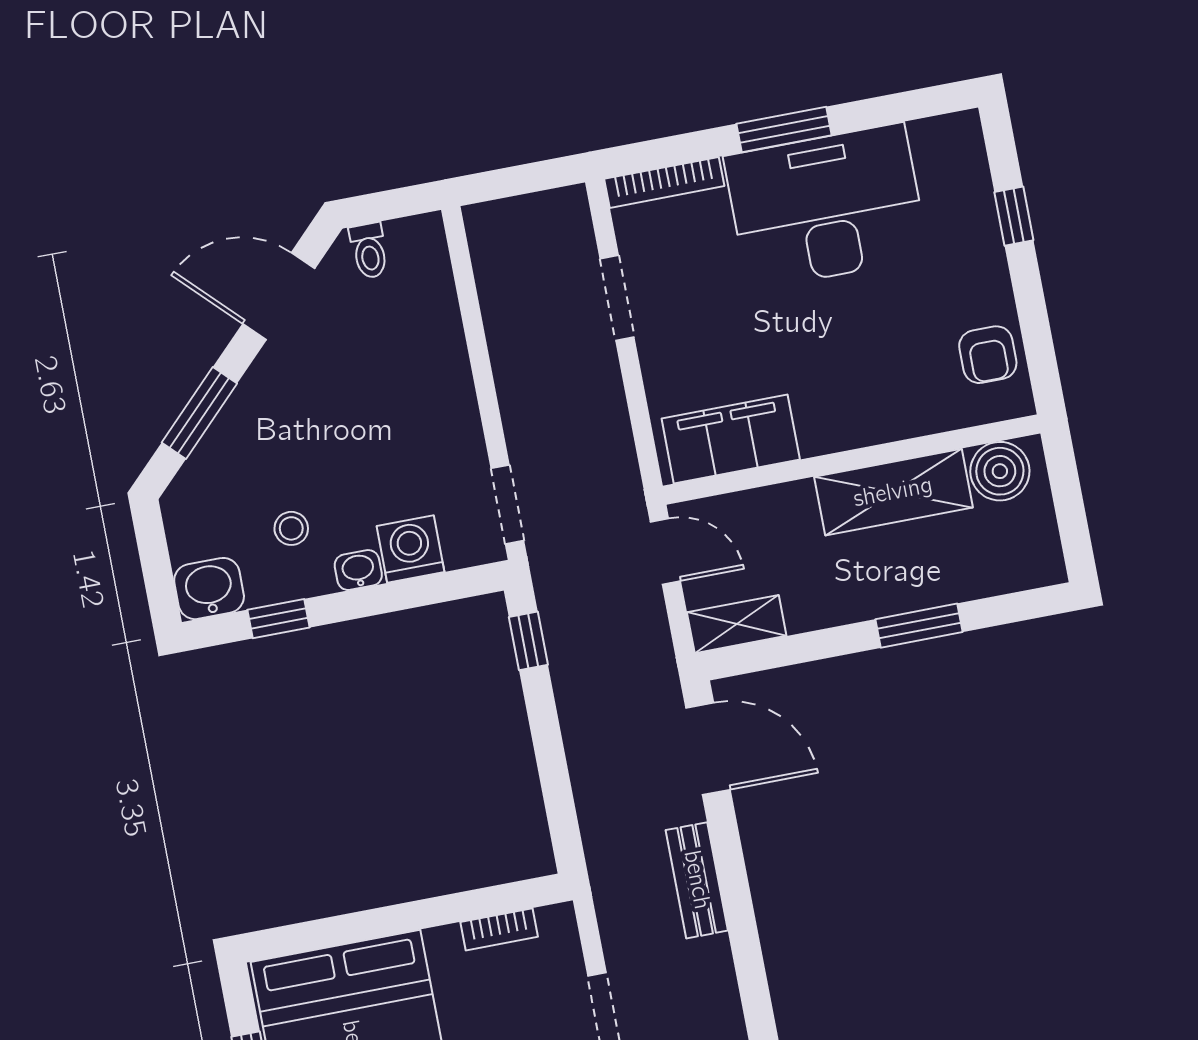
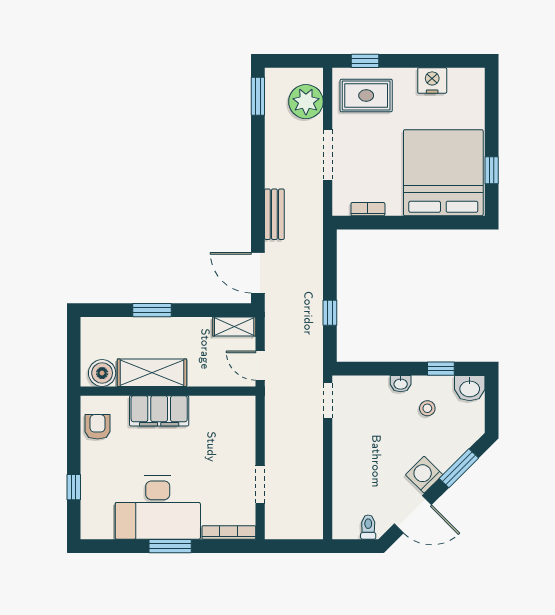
filing cabinet: (731, 439) -> (159, 411), moved
washing machine: (410, 549) -> (424, 475), moved, turned 135
window: (528, 641) -> (330, 313), moved

